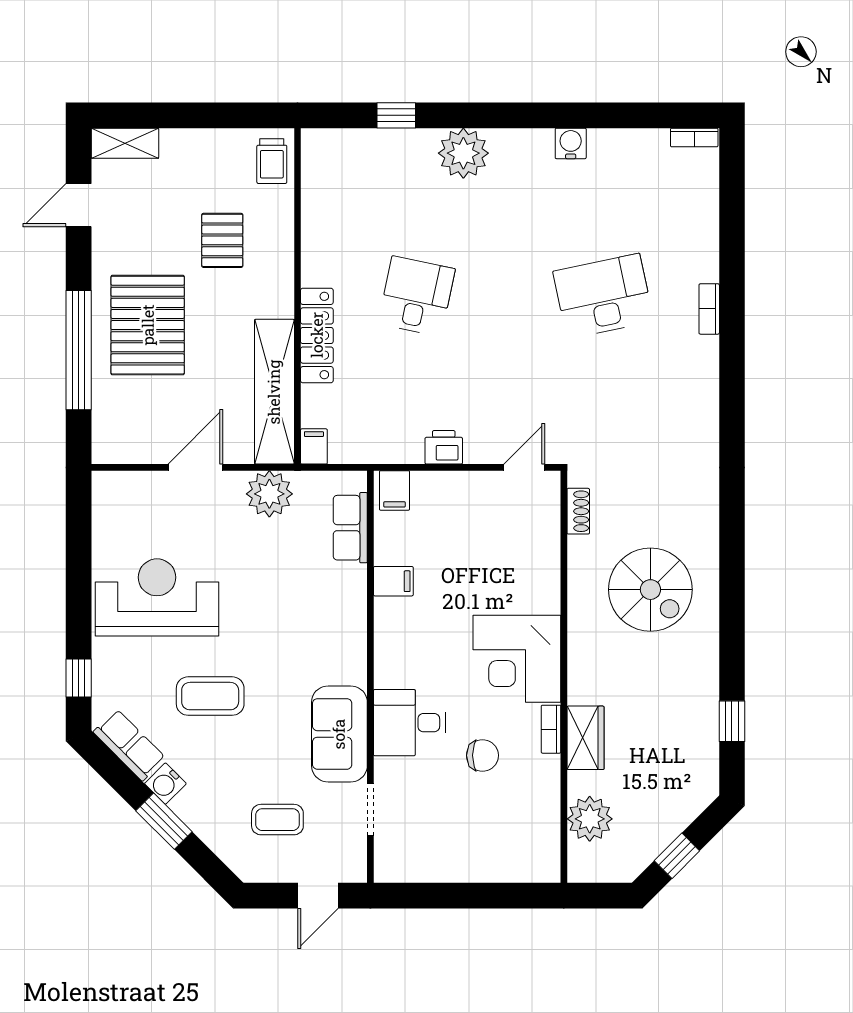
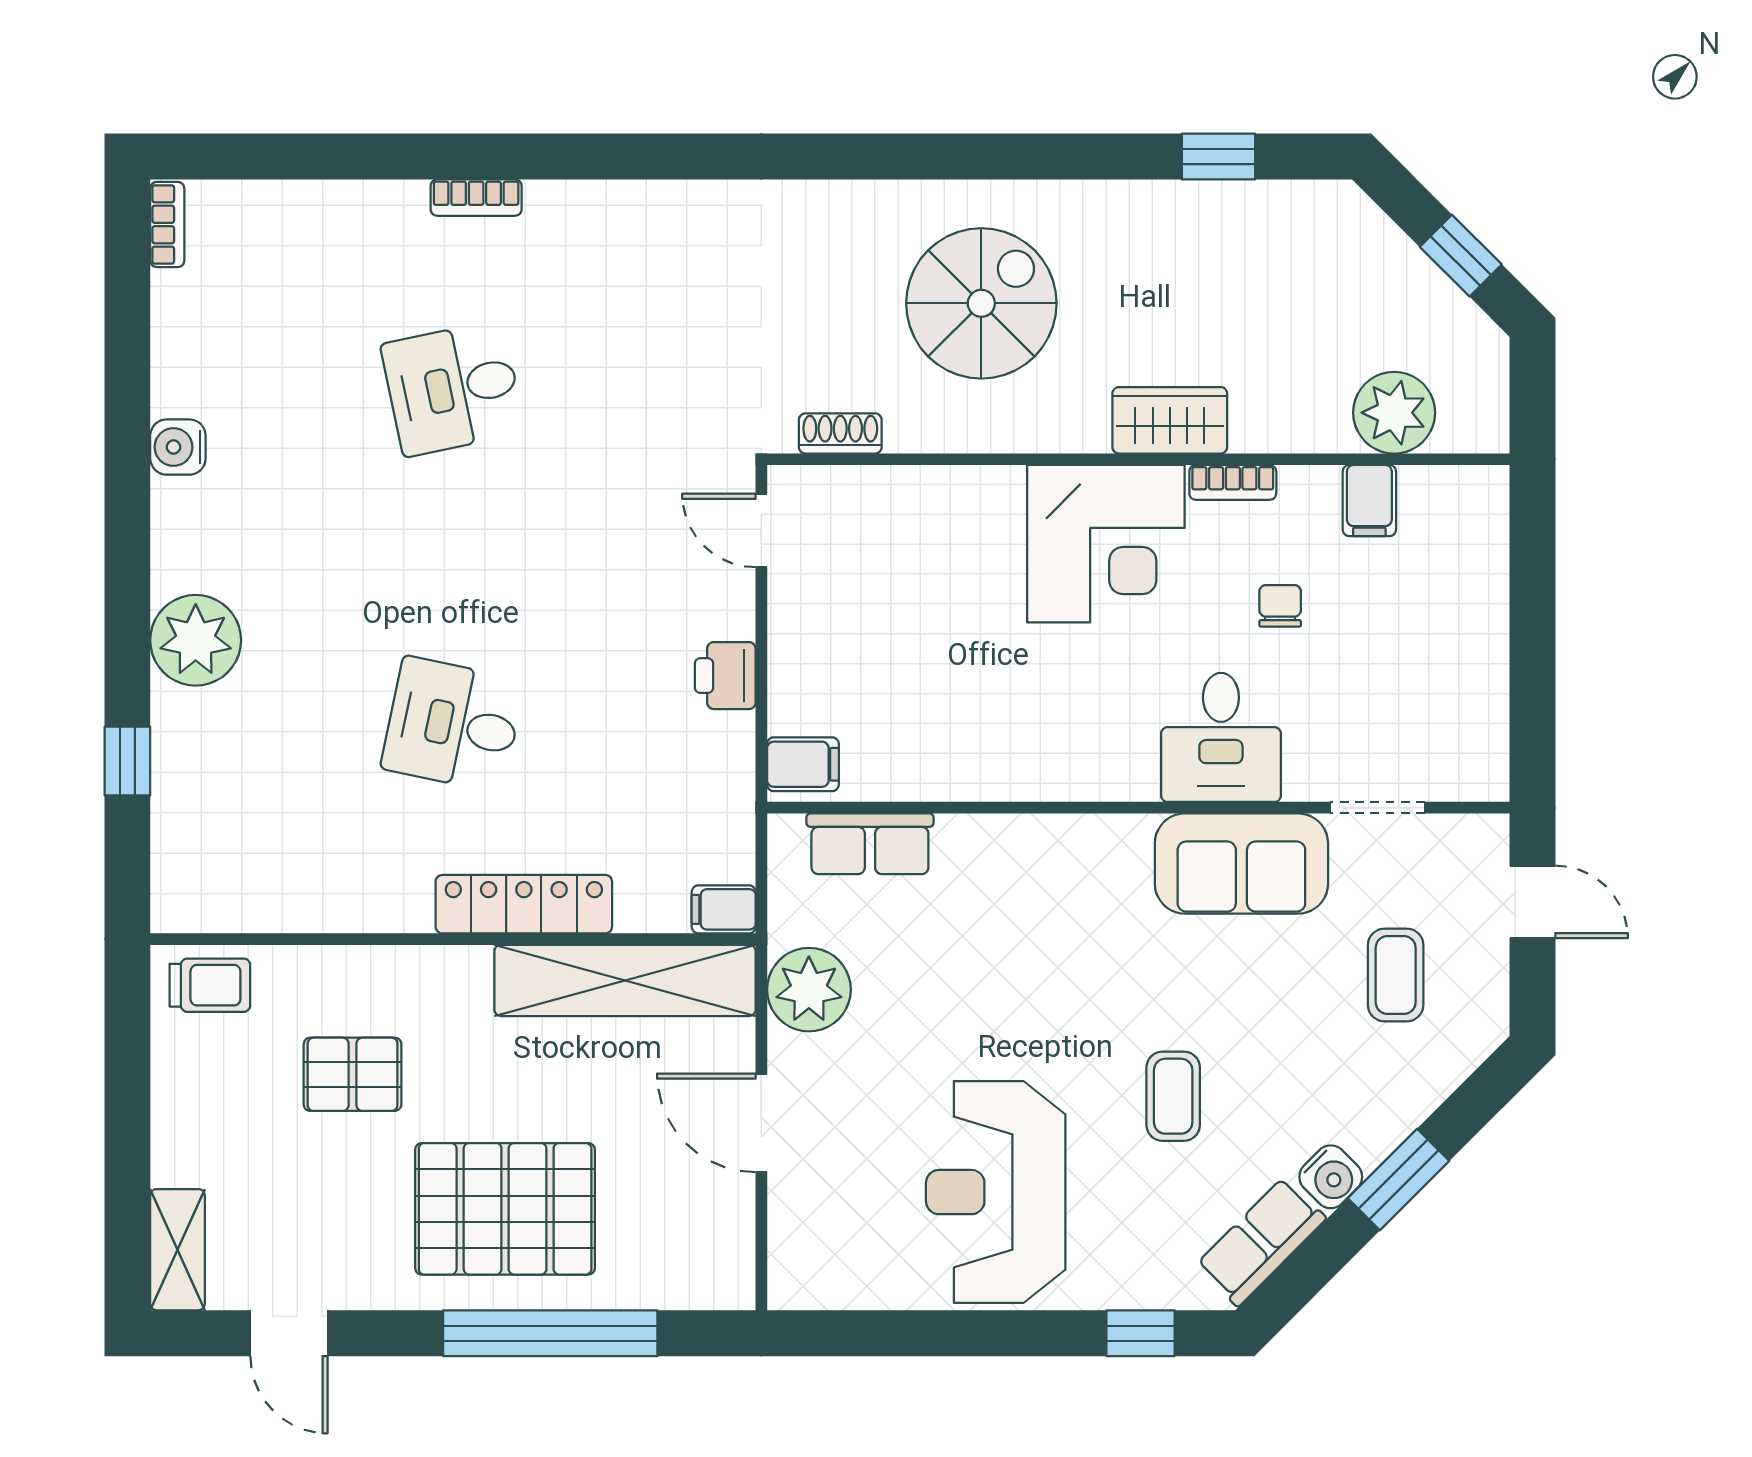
desk: (603, 296) -> (453, 388), width x0.73
filing cabinet: (393, 581) -> (1369, 501), moved, turned 180
coffee table: (210, 696) -> (1173, 1096), width x0.73, depth x0.77
wardrobe: (585, 738) -> (1170, 420), moved
chair: (482, 755) -> (1280, 606), width x0.73, depth x0.73

